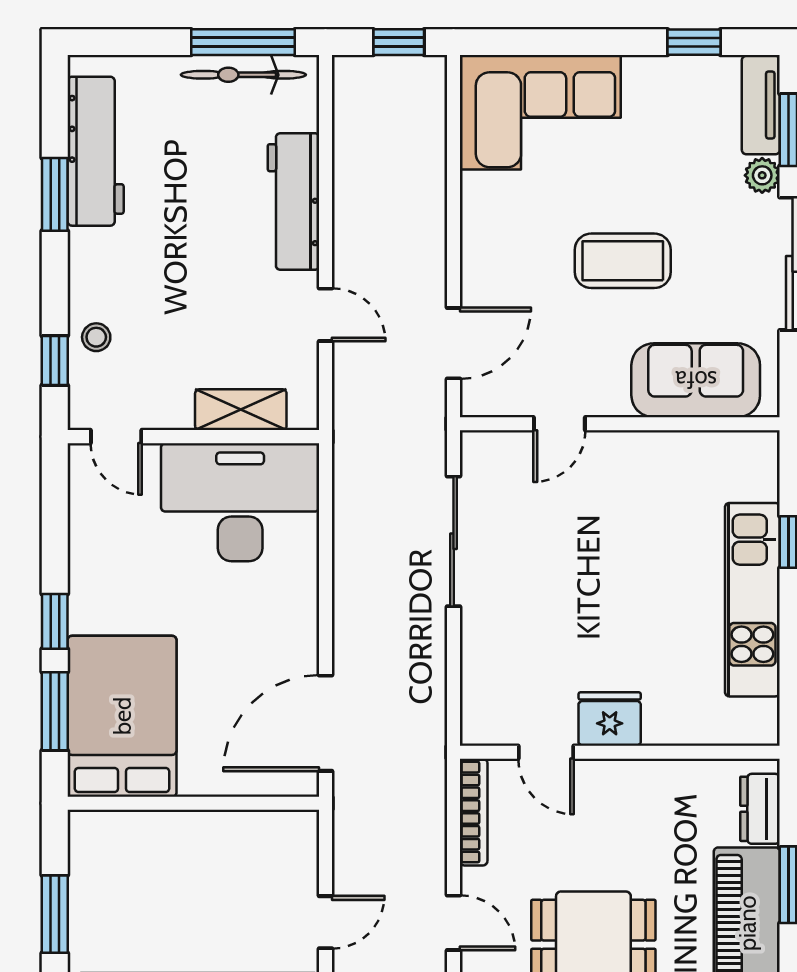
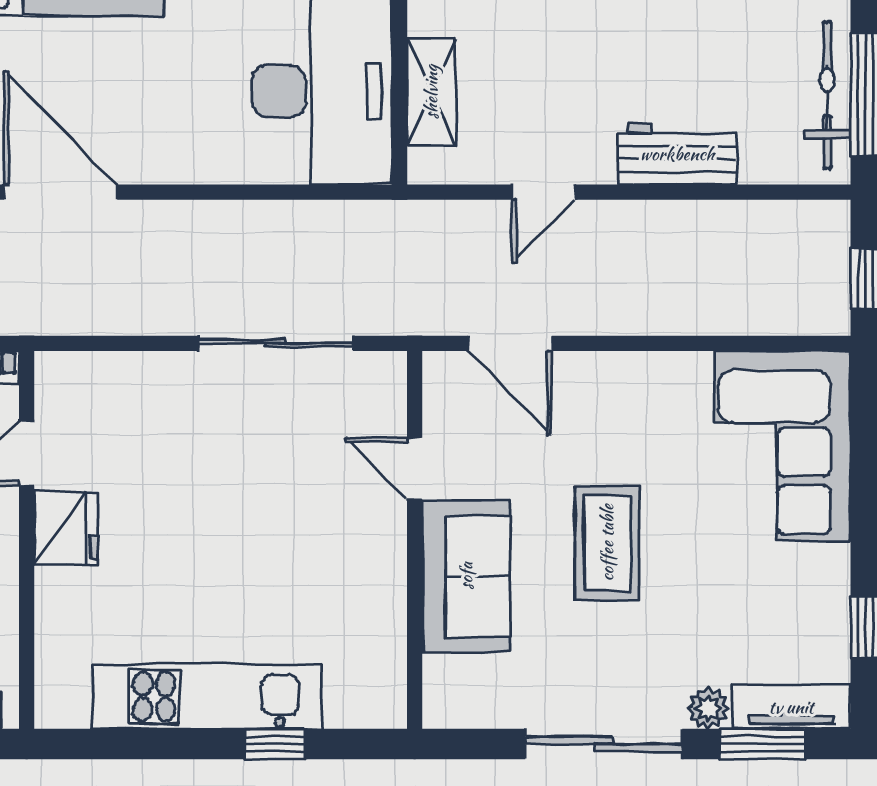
workbench: (293, 201) -> (677, 154), width x0.73
sofa: (696, 380) -> (466, 576), moved

